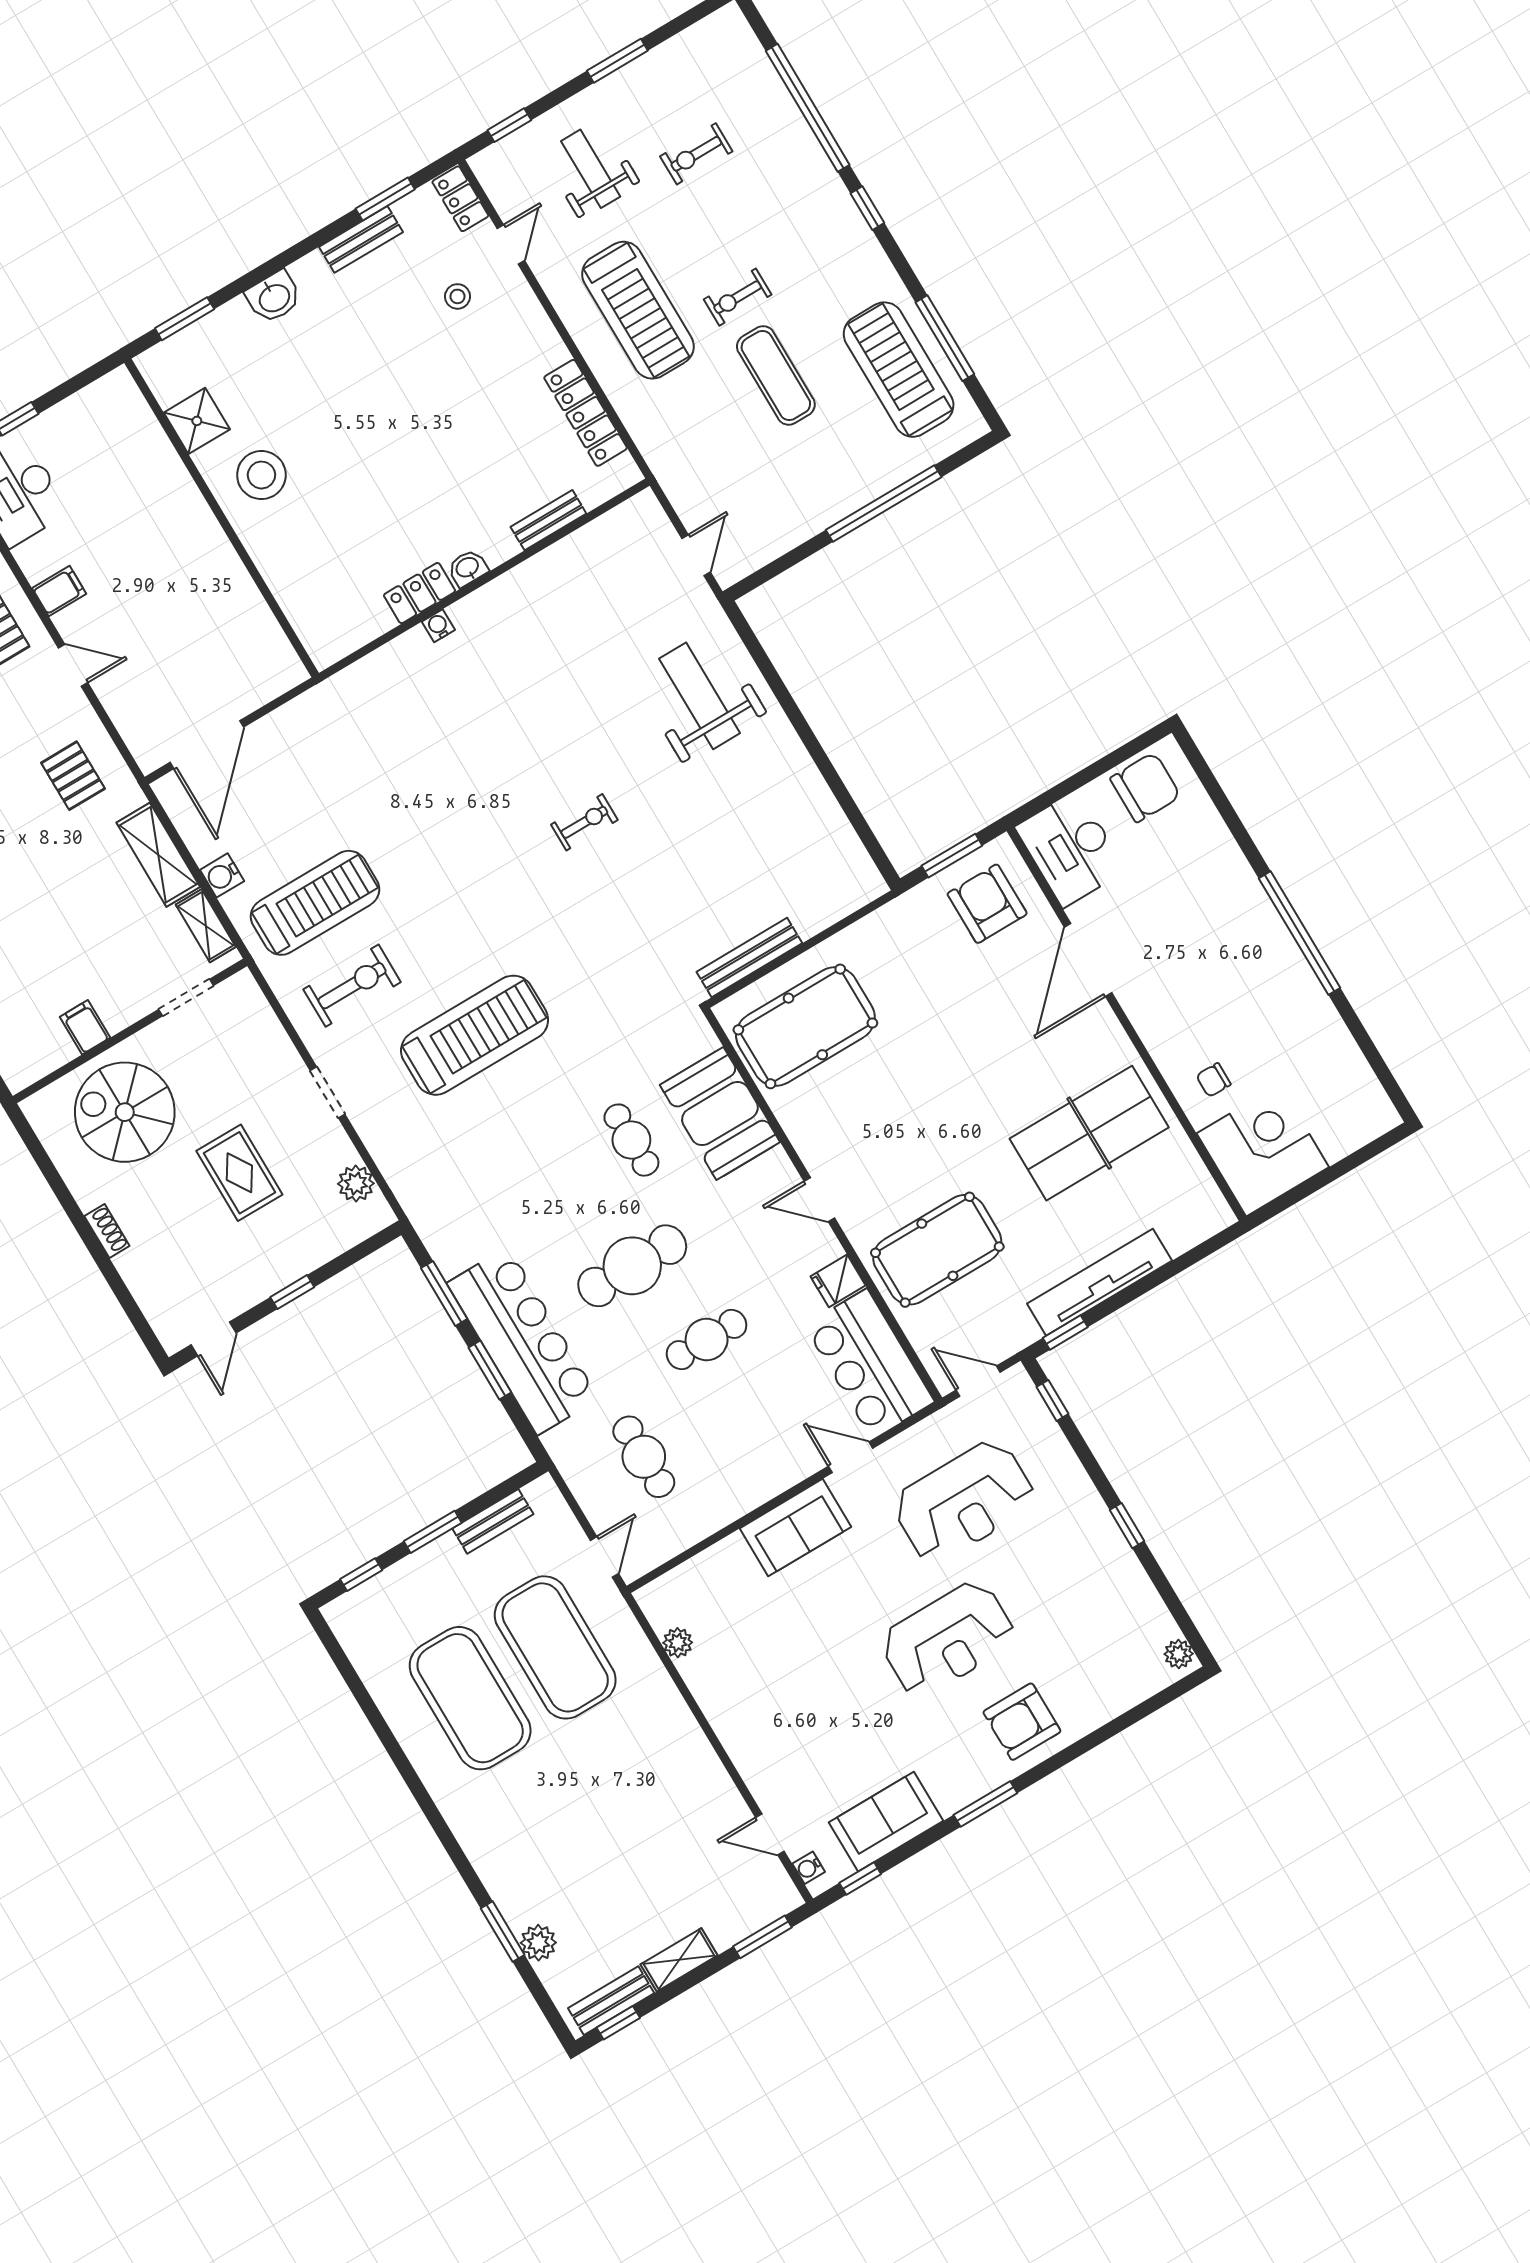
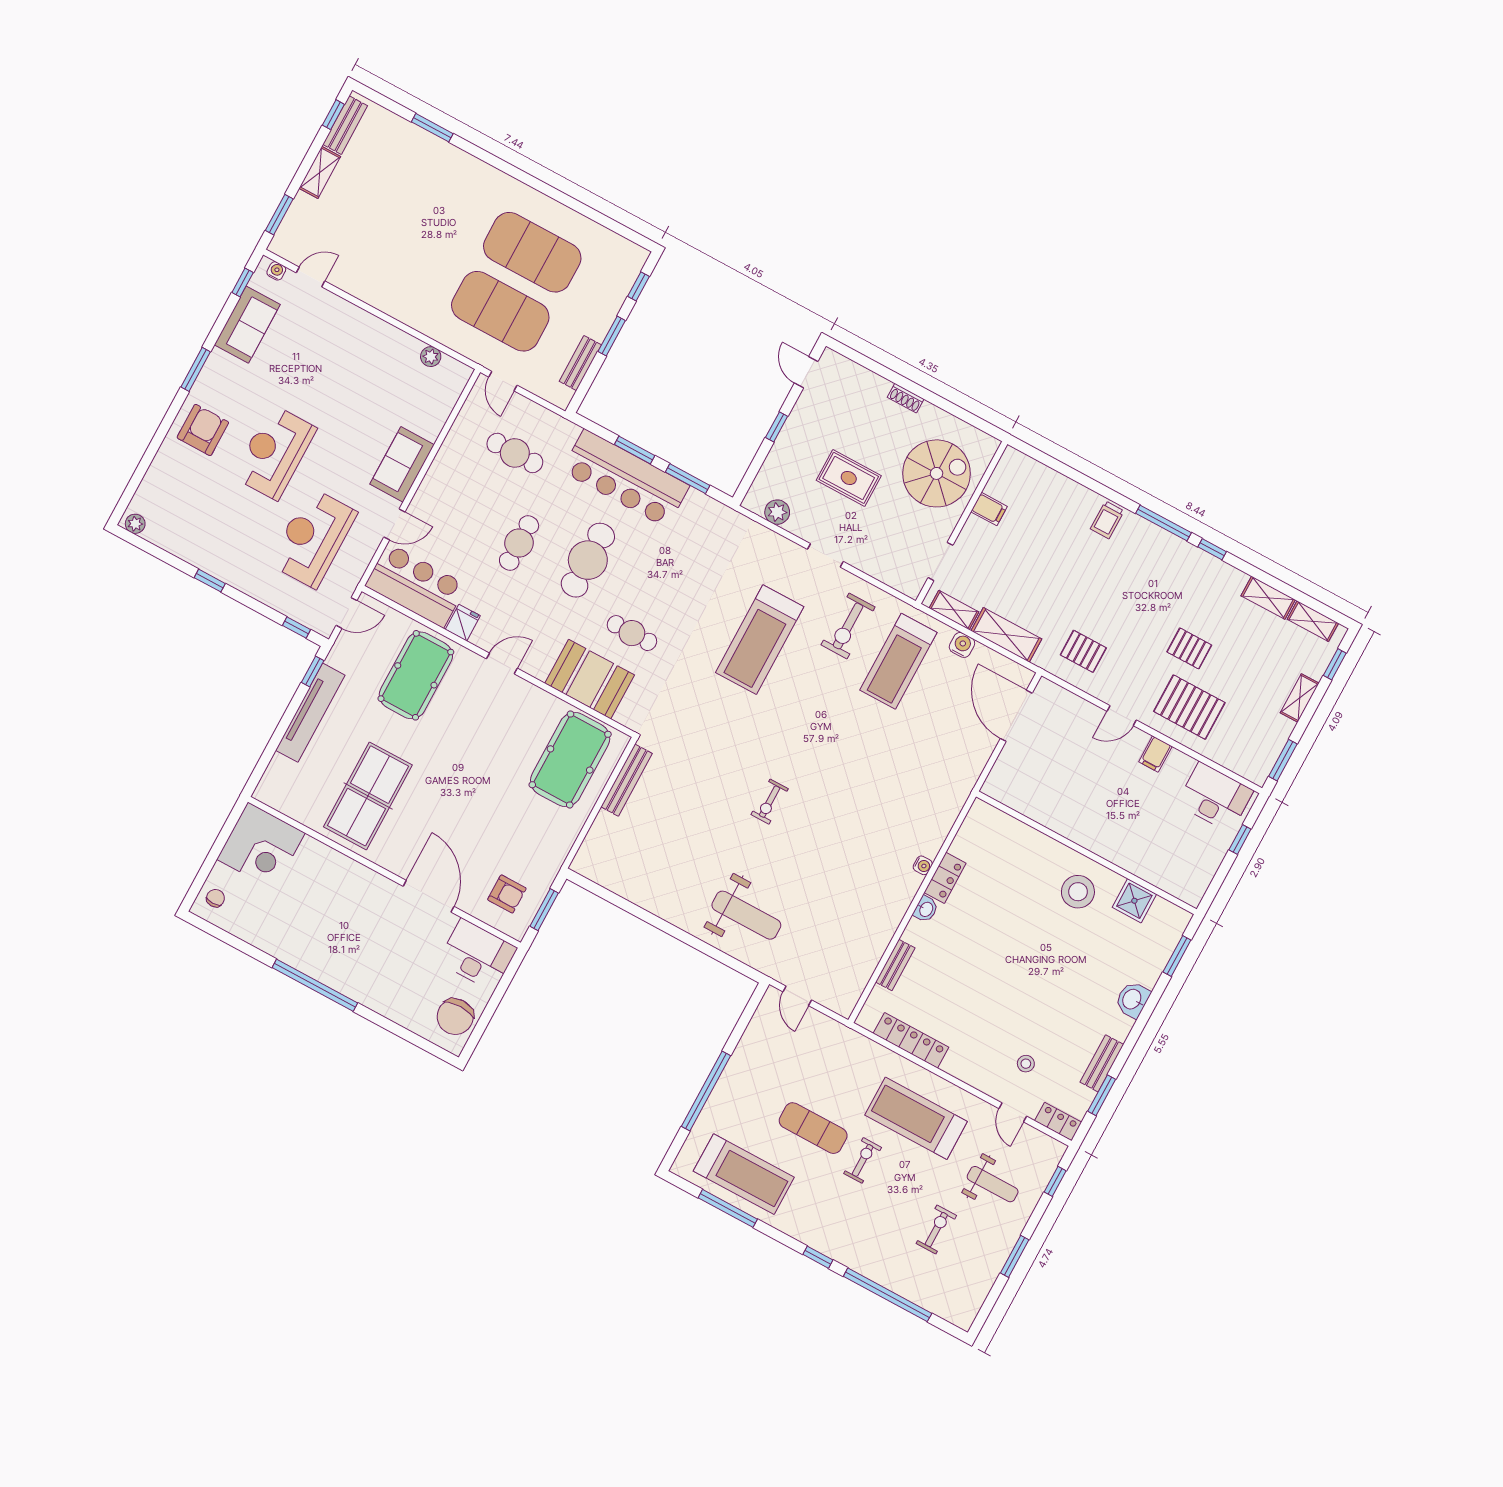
armchair: (987, 904) -> (507, 894), width x0.72, depth x0.72
chair: (1214, 1080) -> (215, 898), moved
plant: (538, 1943) -> (408, 134), removed

